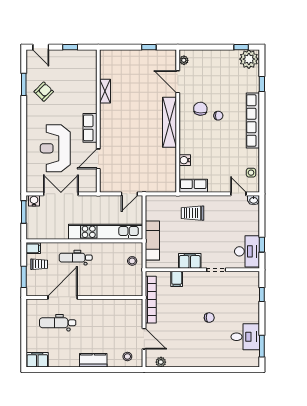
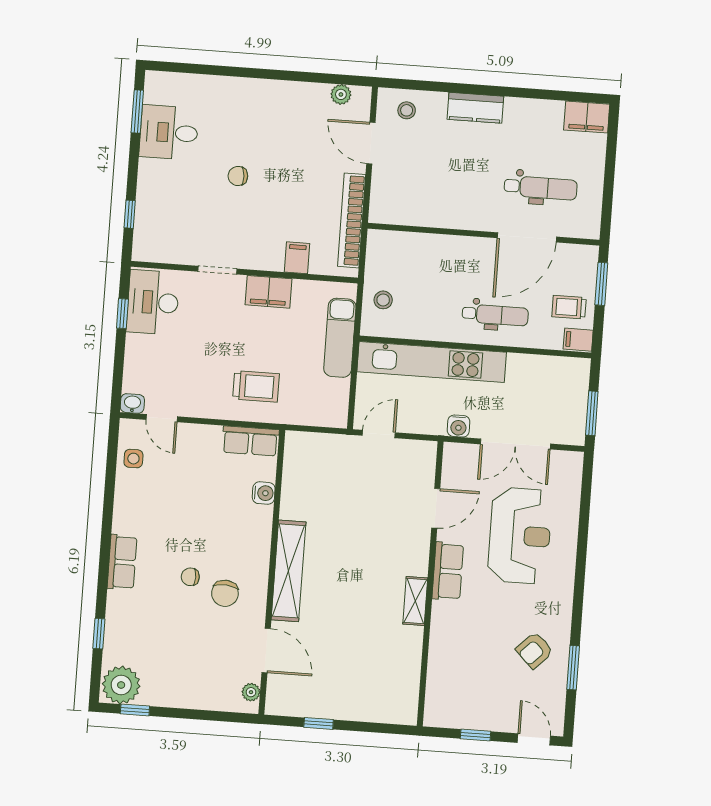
shelving: (105, 91) -> (415, 601), moved
row of seats: (253, 120) -> (122, 562), width x0.50
water cooler: (34, 201) -> (459, 426), moved

